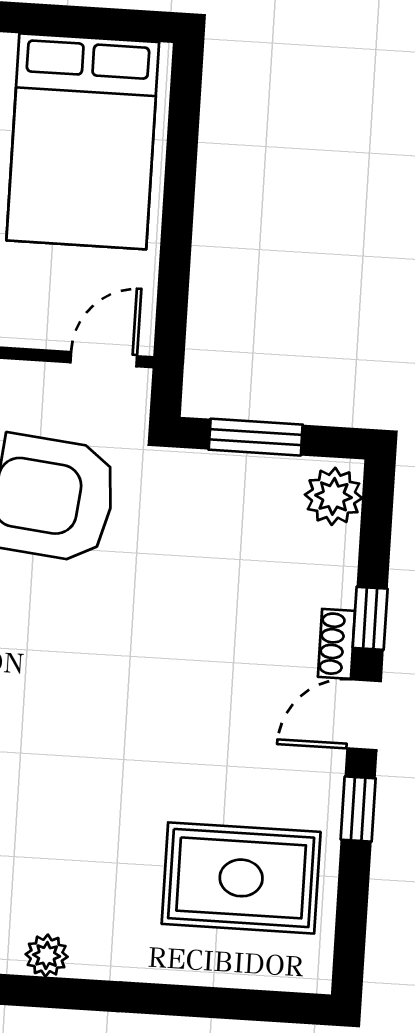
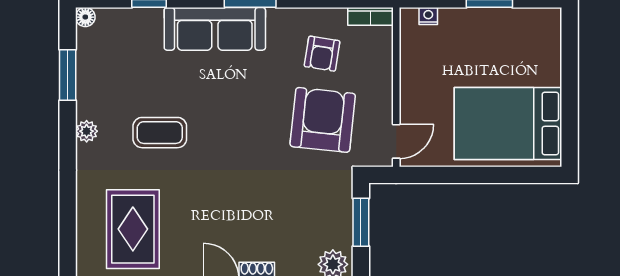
door: (104, 359) -> (396, 141), hinge flipped
coffee table: (58, 814) -> (160, 133), added

